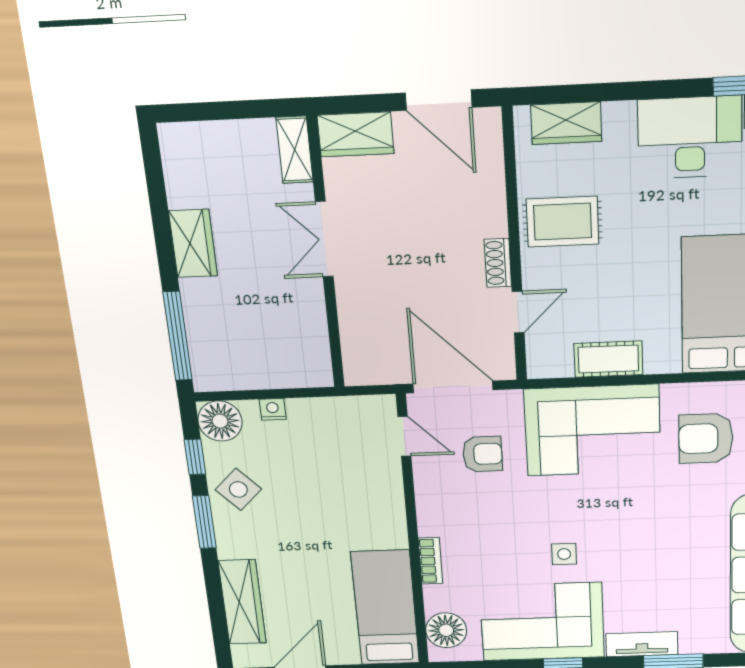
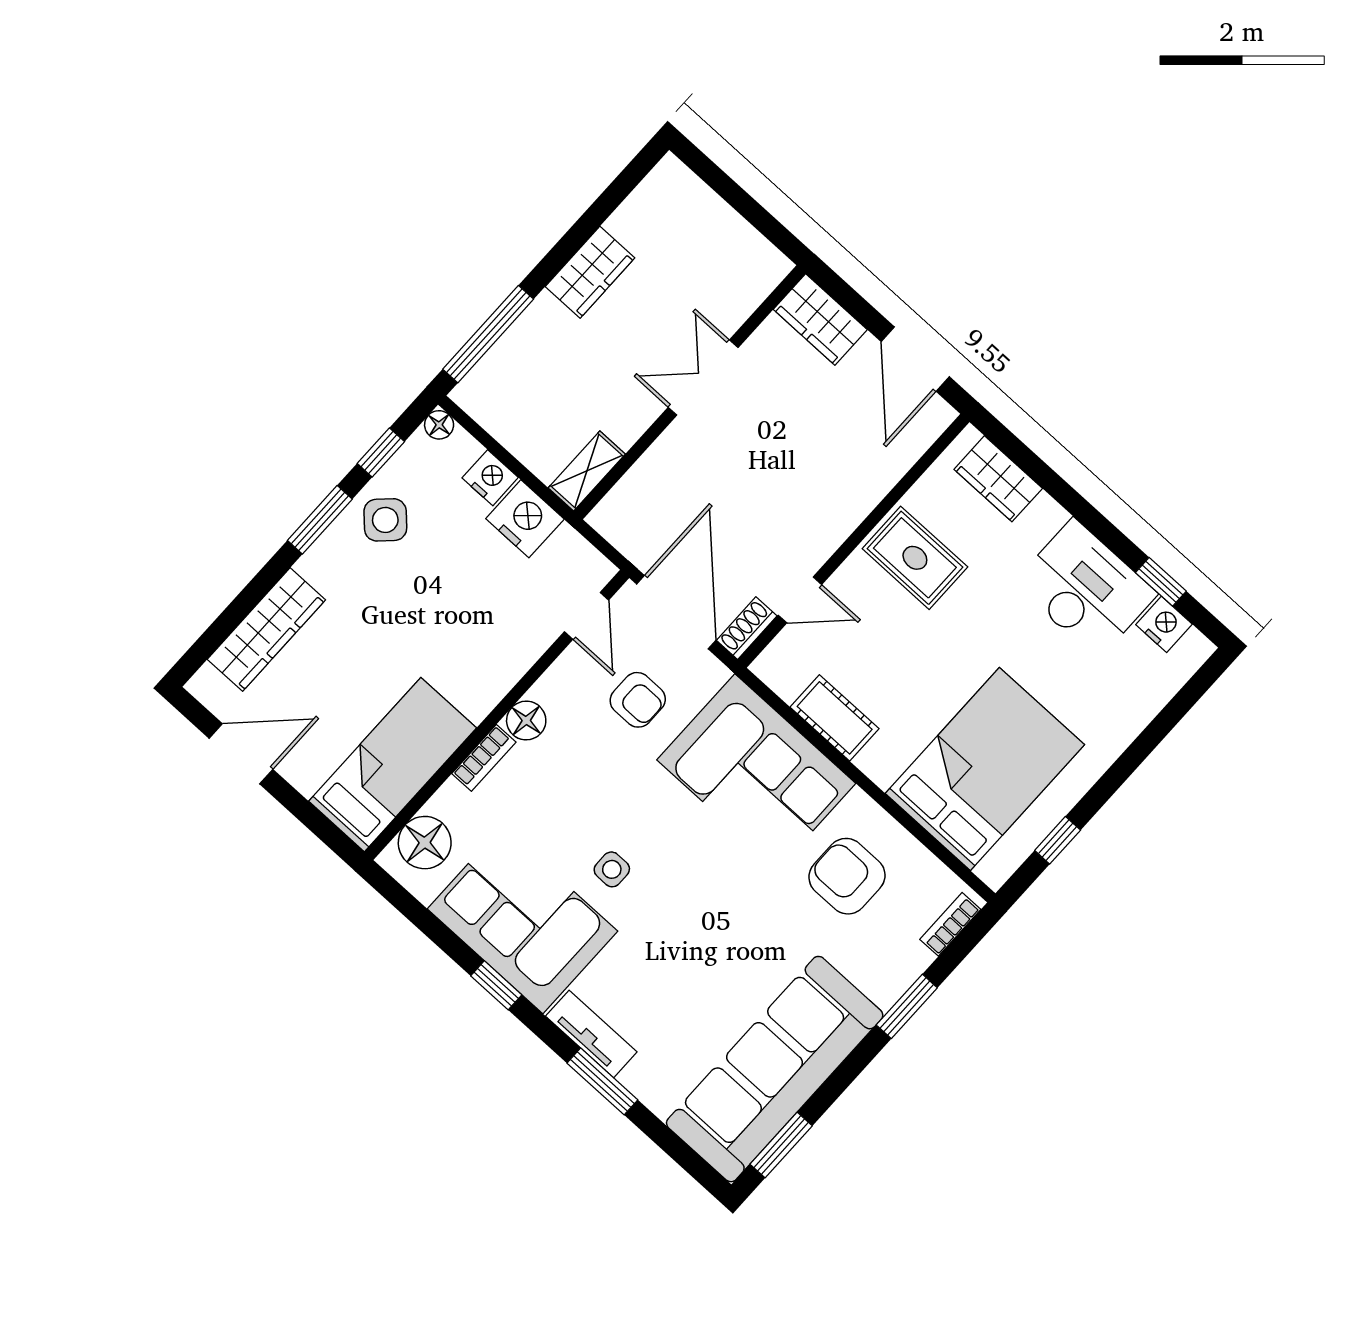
shelving: (295, 150) -> (587, 471), moved
shoe rack: (498, 263) -> (747, 628), moved
nightstand: (273, 409) -> (490, 478), width x1.39, depth x1.35
nightstand: (312, 417) -> (525, 519), added
floor lamp: (220, 421) -> (439, 425), width x0.53, depth x0.53
floor lamp: (432, 521) -> (526, 721), added

